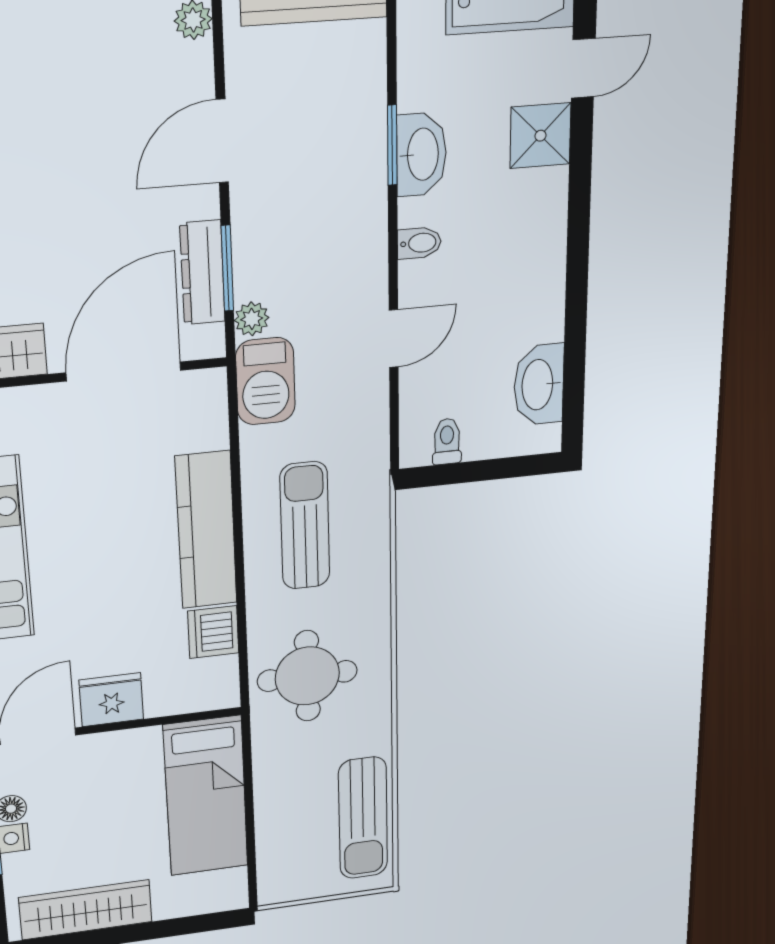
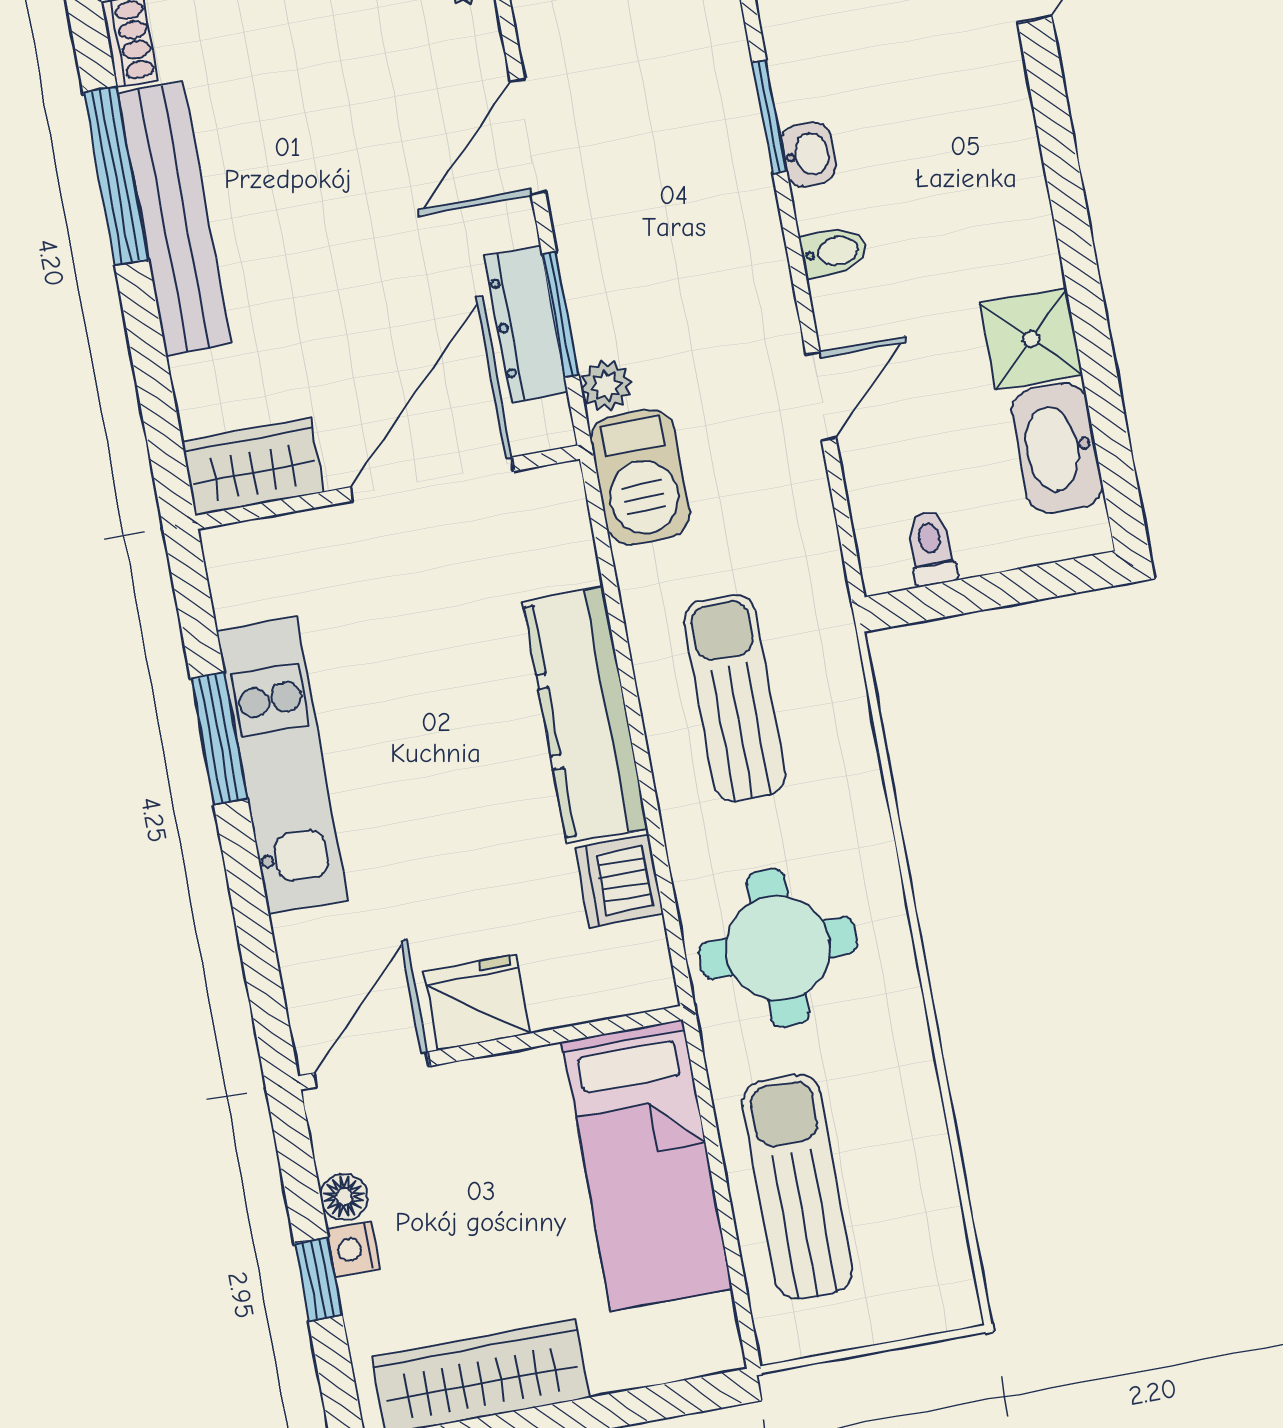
shower: (540, 136) -> (1031, 339), moved
washbasin: (421, 154) -> (808, 154), width x0.52, depth x0.69
sun lounger: (363, 818) -> (798, 1187), moved, turned 180

